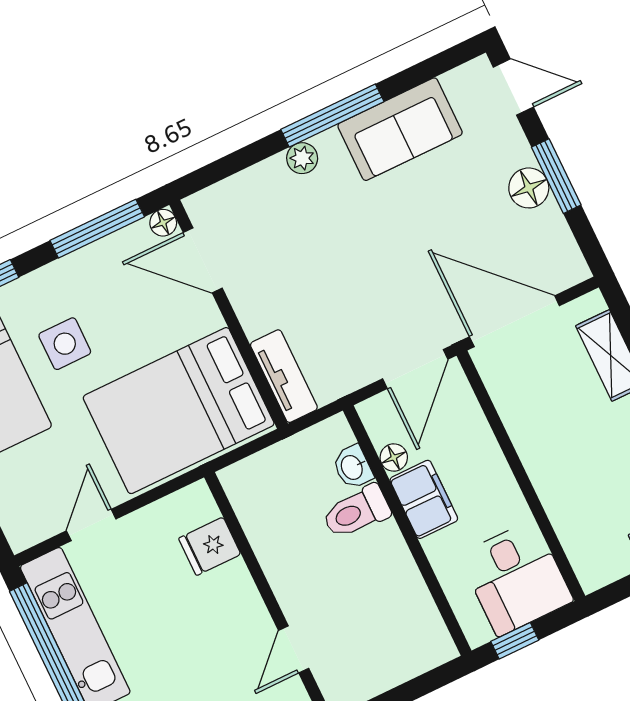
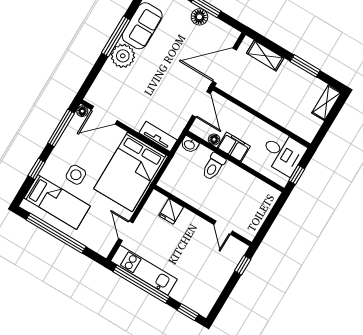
plant: (302, 158) -> (123, 56), width x1.88, depth x1.88
washbasin: (353, 467) -> (190, 144), moved

